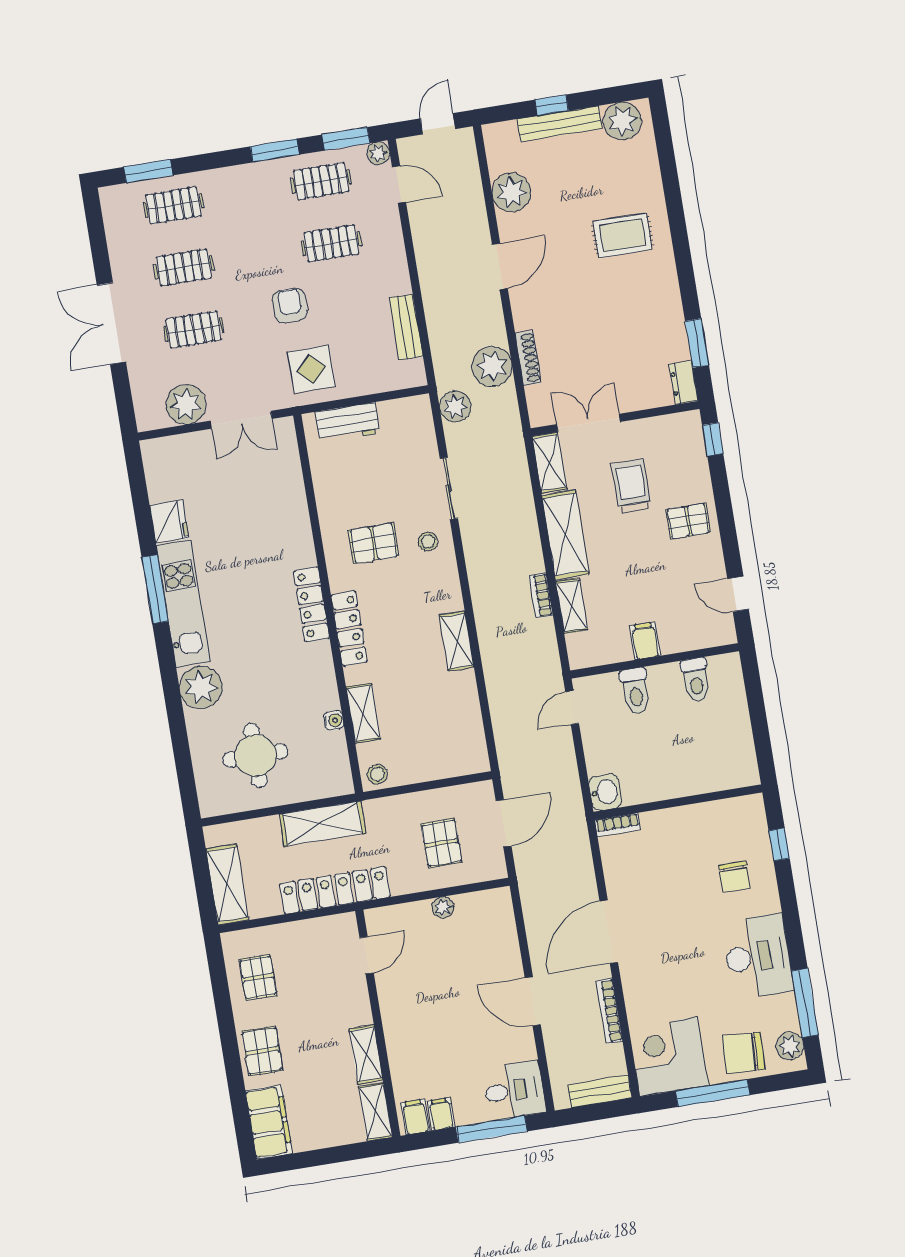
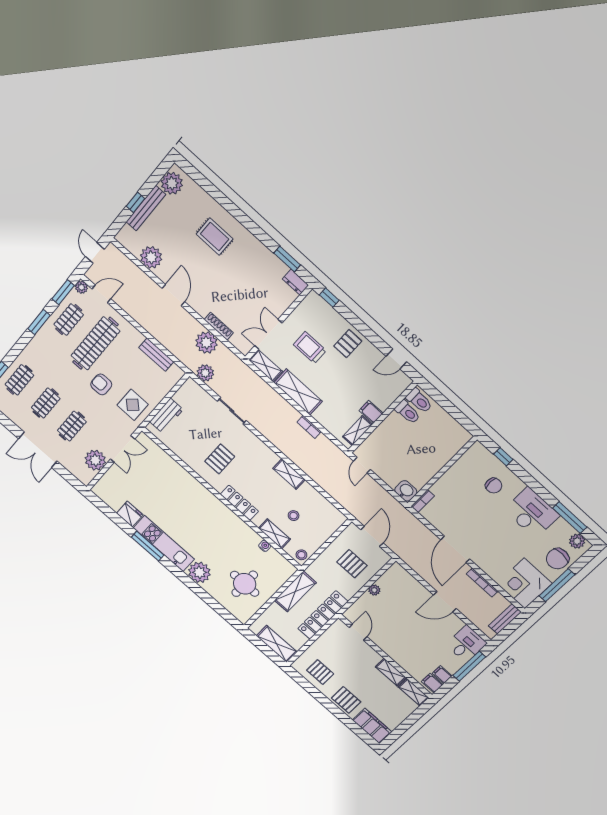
rug: (623, 235) -> (215, 236), turned 90
clothes rail: (331, 243) -> (95, 343), width x1.86, depth x1.31
stool: (428, 541) -> (294, 516), moved
locker: (312, 604) -> (216, 504), removed
shelving: (572, 606) -> (357, 431), moved, turned 90
toilet: (635, 691) -> (419, 401), moved

